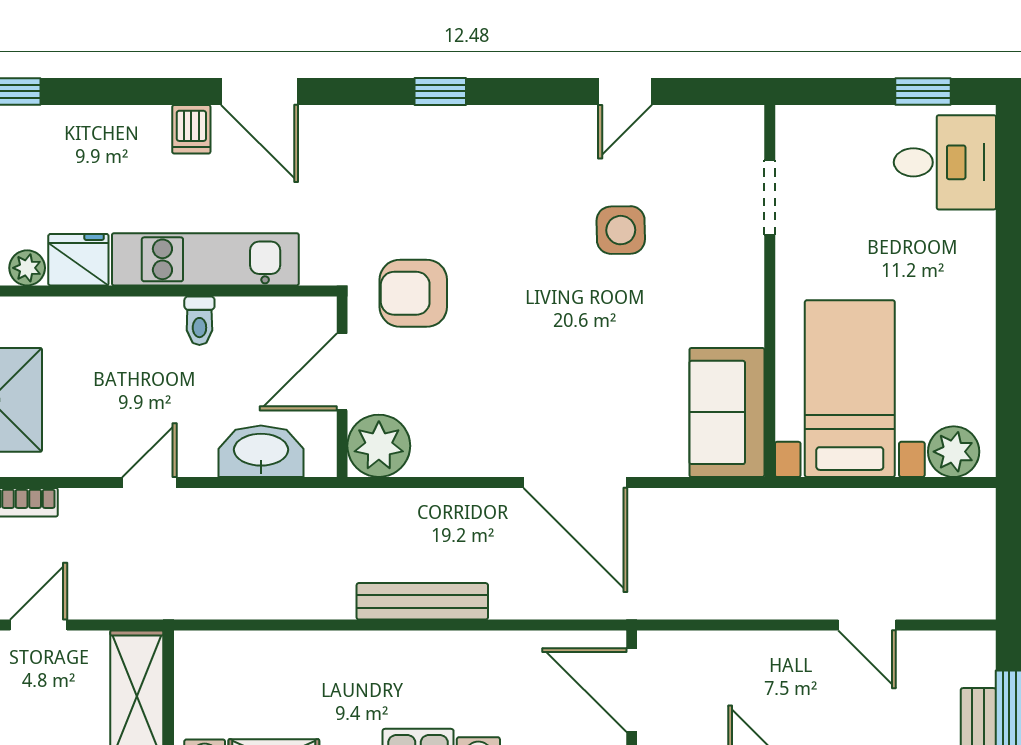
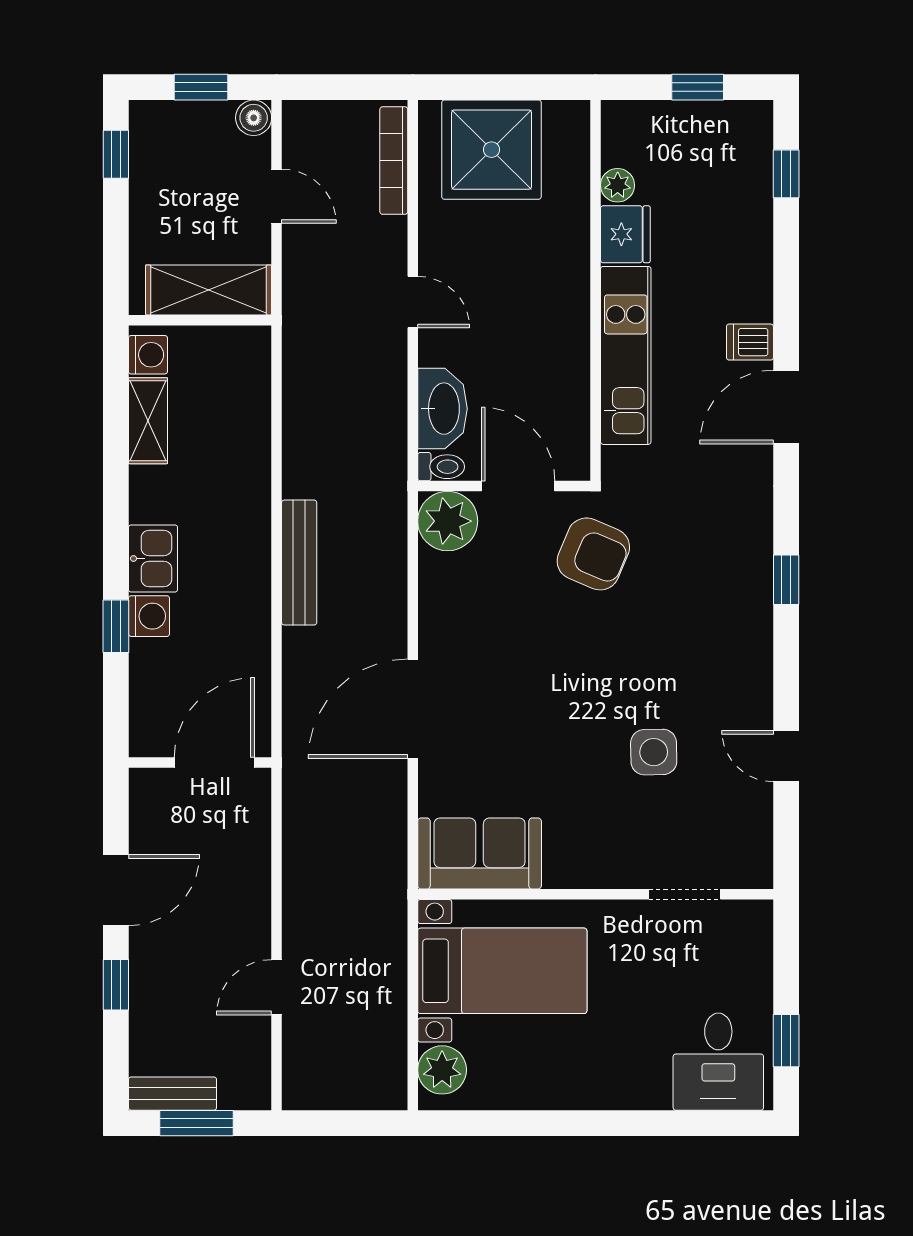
armchair: (413, 293) -> (593, 554), turned 113
toilet: (199, 321) -> (441, 467), moved, turned 180

